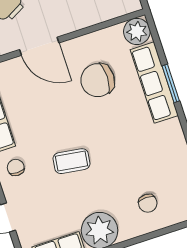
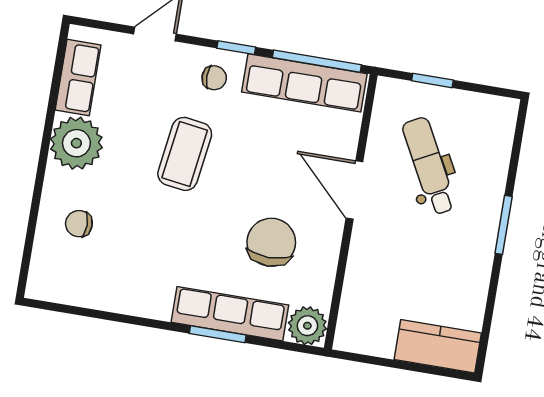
door: (39, 46) -> (354, 190), hinge flipped
coffee table: (72, 161) -> (185, 154), width x1.36, depth x1.30

